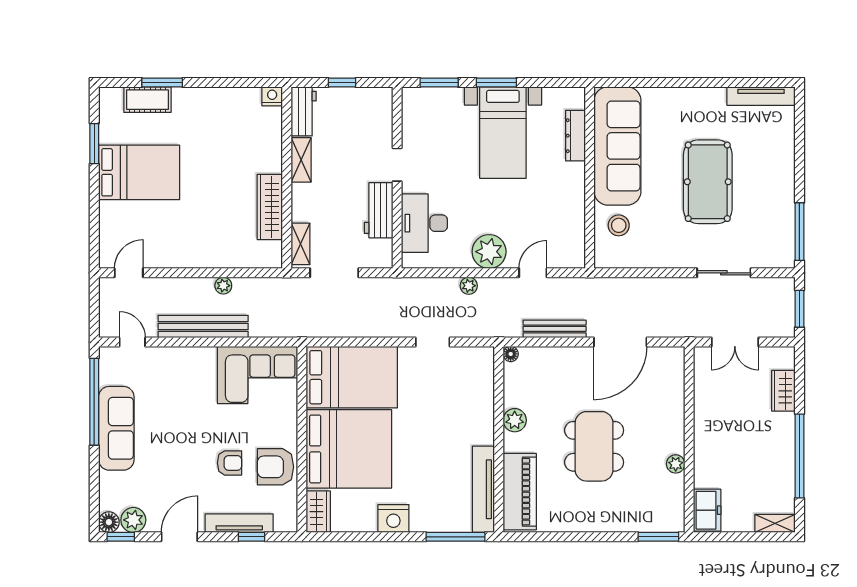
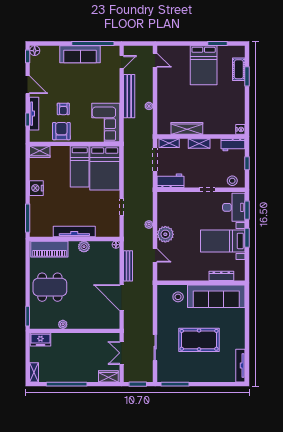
stool: (378, 113) -> (232, 181), added
shelving: (301, 160) -> (199, 143), moved
workbench: (379, 210) -> (170, 181), moved
desk: (424, 223) -> (234, 207), moved, turned 90
wardrobe: (783, 391) -> (108, 376), moved
dining table: (594, 446) -> (50, 287), moved
bed: (349, 449) -> (80, 167), width x0.49
tv unit: (483, 489) -> (74, 232), moved
plant: (133, 520) -> (36, 62), removed

